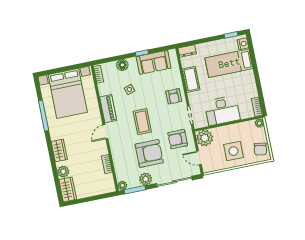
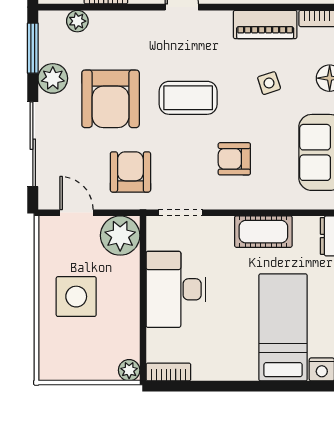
armchair: (174, 96) -> (234, 159), moved
piano: (108, 109) -> (265, 24), moved
chair: (260, 149) -> (68, 360), removed
door: (199, 158) -> (77, 213), hinge flipped
plant: (122, 185) -> (77, 21), moved

